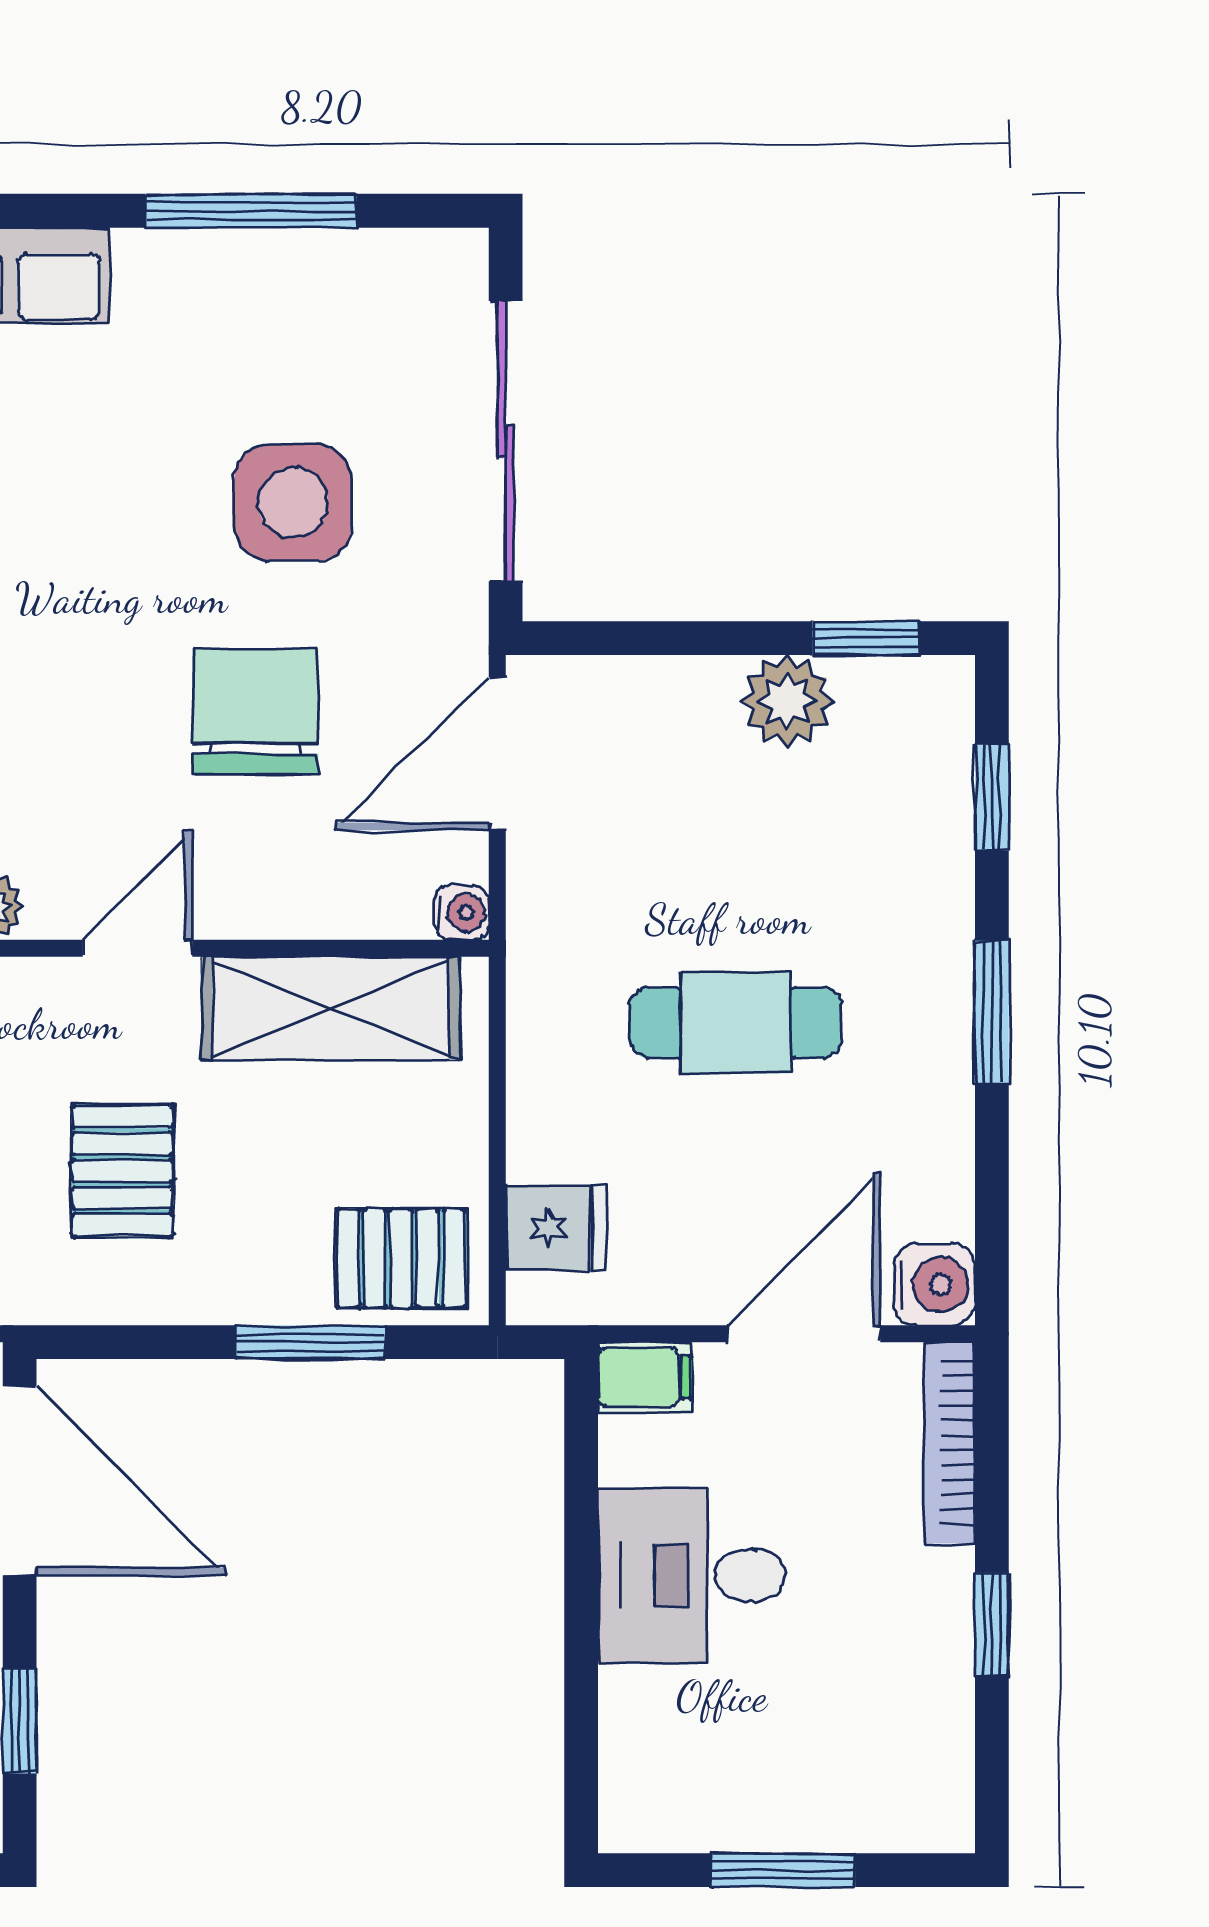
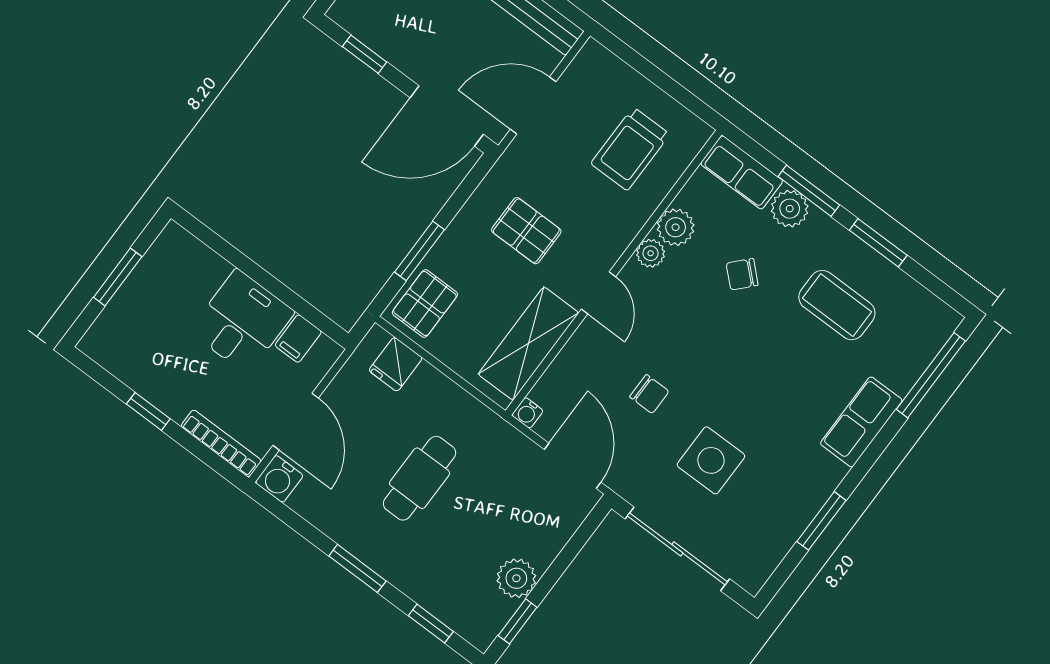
window: (251, 211) -> (821, 521), width x0.69
chair: (255, 711) -> (649, 394), width x0.54, depth x0.54
filing cabinet: (645, 1377) -> (298, 339), moved

